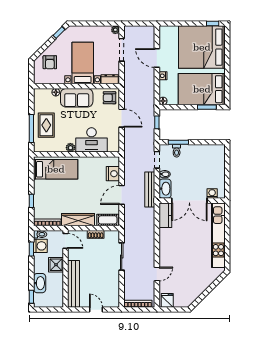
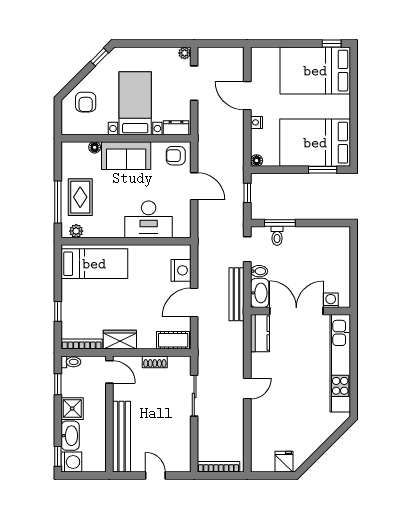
bed: (202, 47) -> (315, 71), width x0.73
plant: (70, 148) -> (76, 231), moved
double door: (189, 201) -> (296, 311), swing flipped
wardrobe: (78, 220) -> (120, 340), width x0.67
washing machine: (40, 246) -> (71, 462), moved
shower: (56, 265) -> (72, 409), moved
door: (157, 274) -> (247, 389), moved
fridge: (167, 300) -> (284, 462), moved

